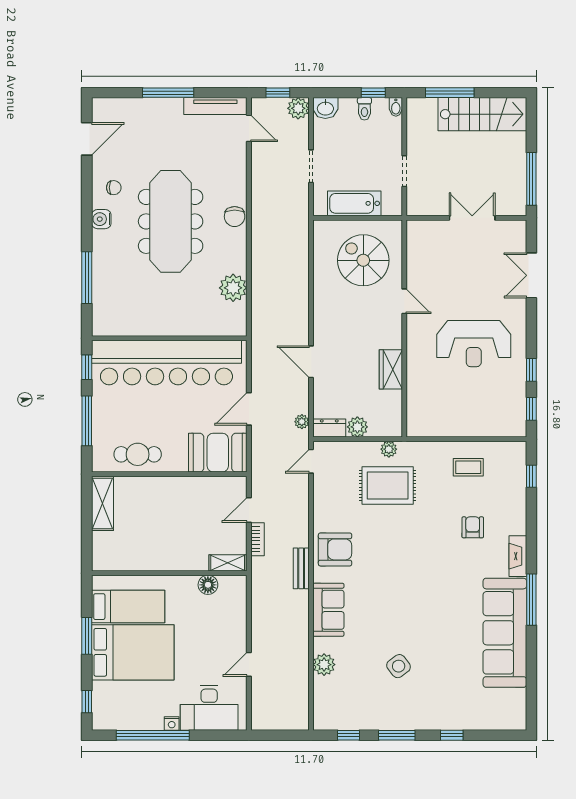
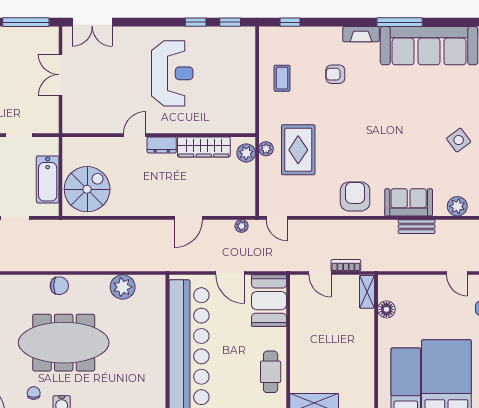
spiral stairs: (363, 260) -> (87, 189), moved, turned 180
double door: (531, 275) -> (92, 22), moved
wardrobe: (391, 369) -> (204, 147), width x1.50
plant: (357, 427) -> (246, 153), moved
dresser: (329, 428) -> (162, 145), moved, turned -90
bench: (301, 568) -> (417, 227), moved

